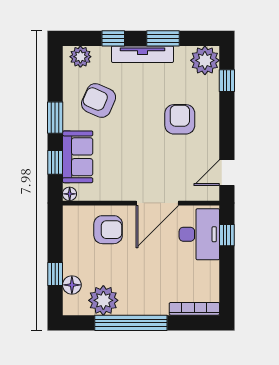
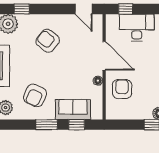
armchair: (180, 119) -> (48, 41), turned 39
floor lamp: (70, 194) -> (98, 81), moved
desk: (199, 234) -> (137, 28), moved

